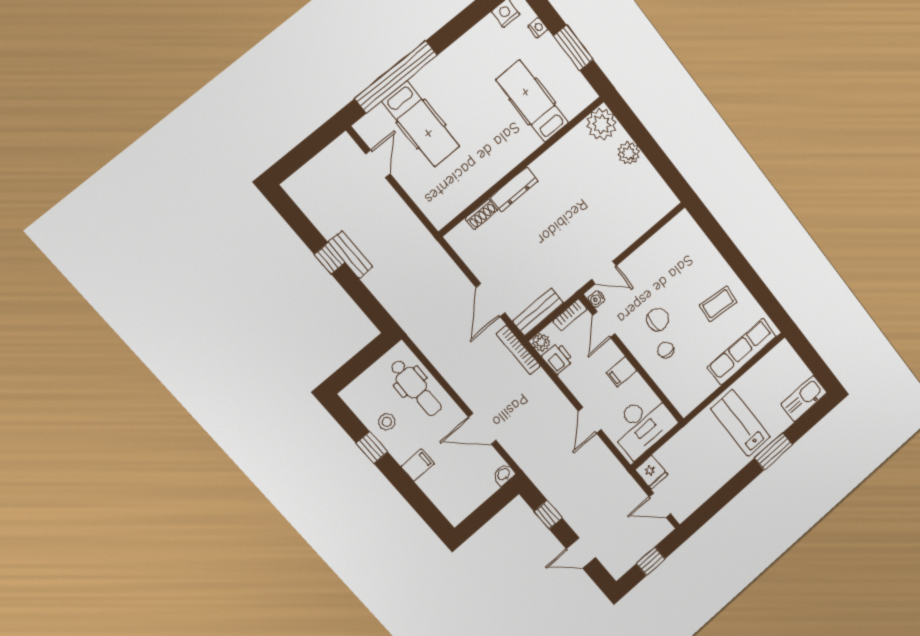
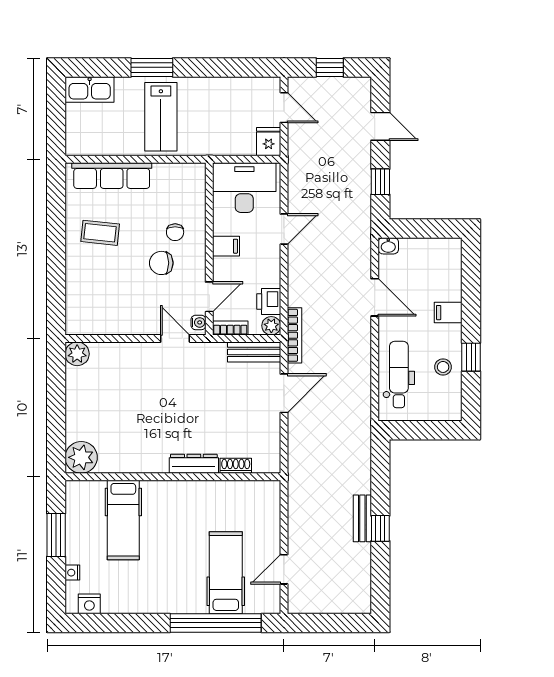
plant: (629, 153) -> (77, 354), moved

